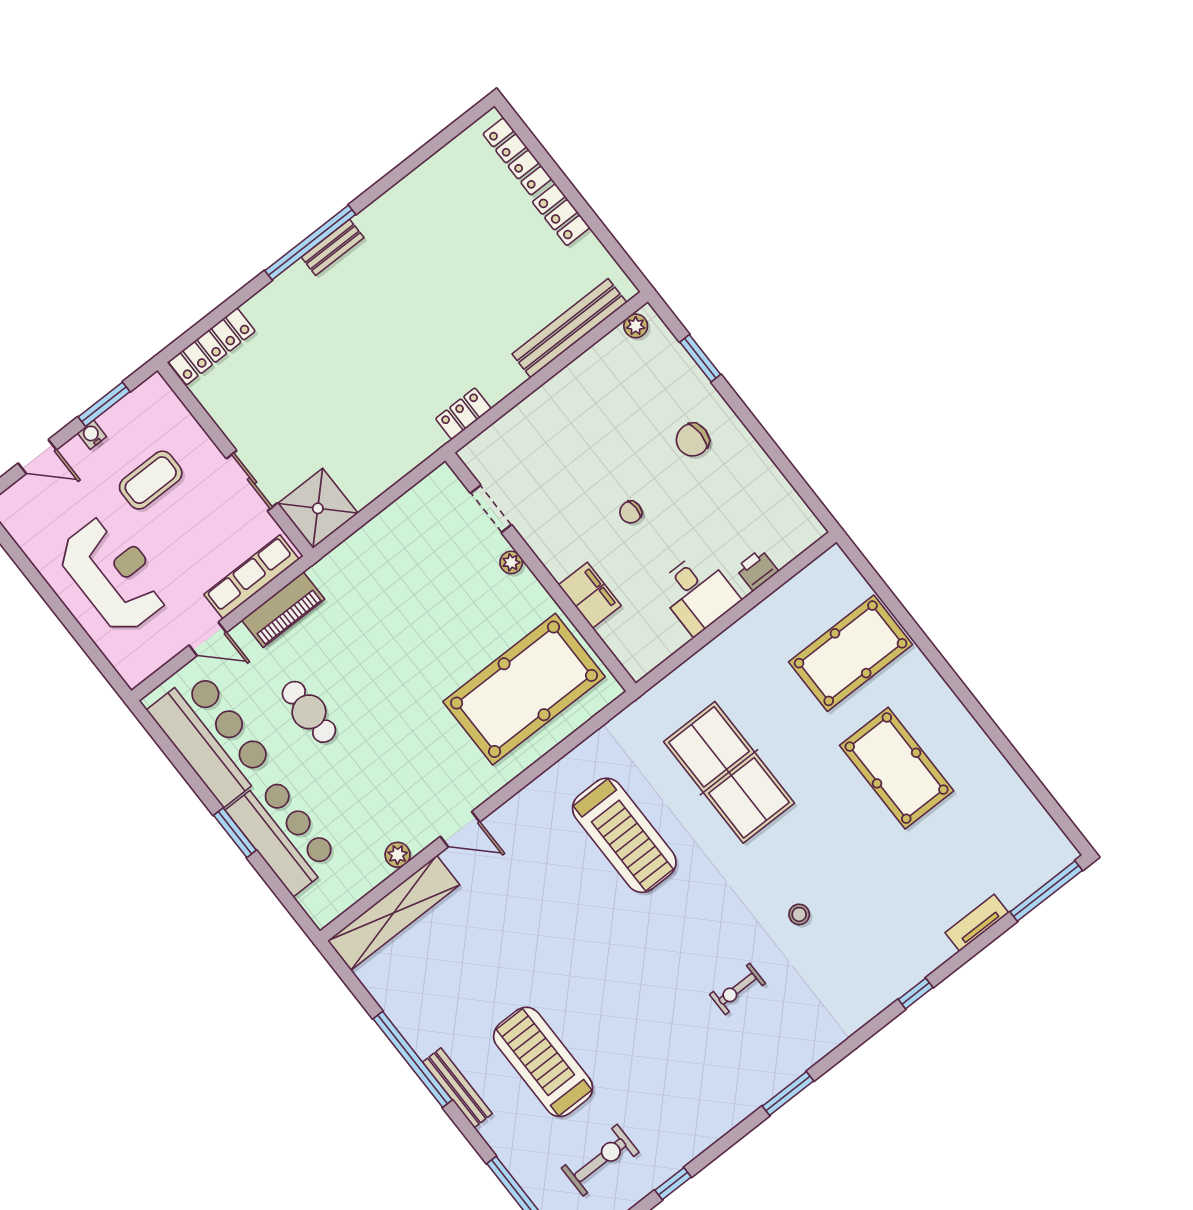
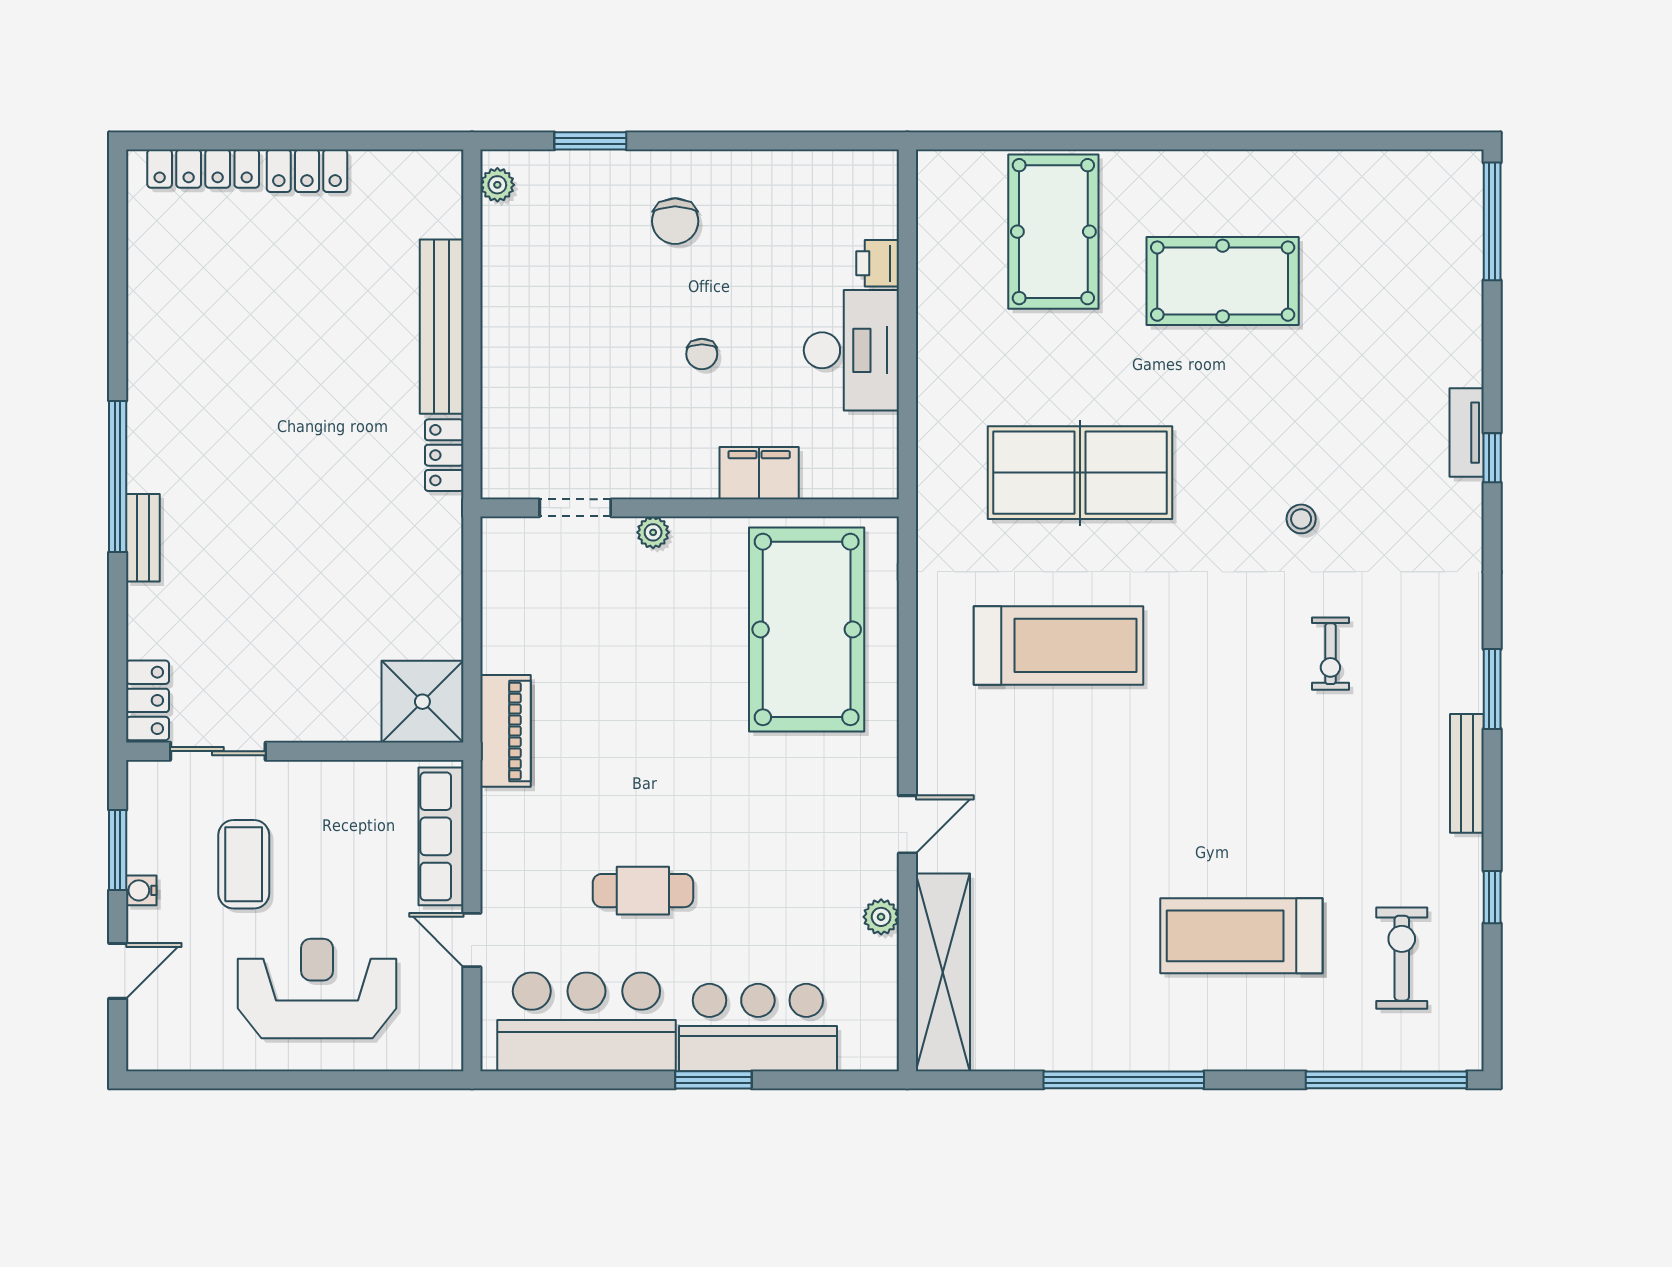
bench: (333, 247) -> (143, 538), moved
bench: (569, 328) -> (442, 327), moved
locker: (212, 346) -> (148, 700), width x0.66
sliding door: (252, 481) -> (218, 751), moved
desk: (698, 593) -> (851, 350), width x1.37
piano: (283, 610) -> (505, 731), moved
door: (208, 639) -> (472, 940), swing flipped
tv unit: (977, 923) -> (1467, 433), moved
bench: (457, 1088) -> (1467, 773), moved, turned 90

